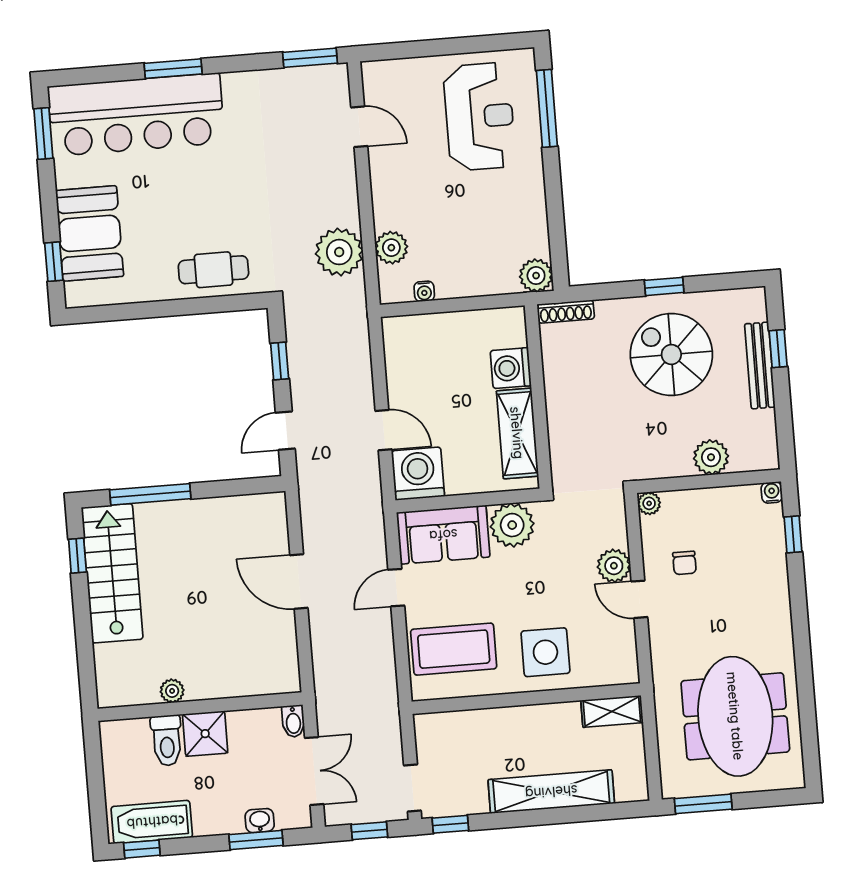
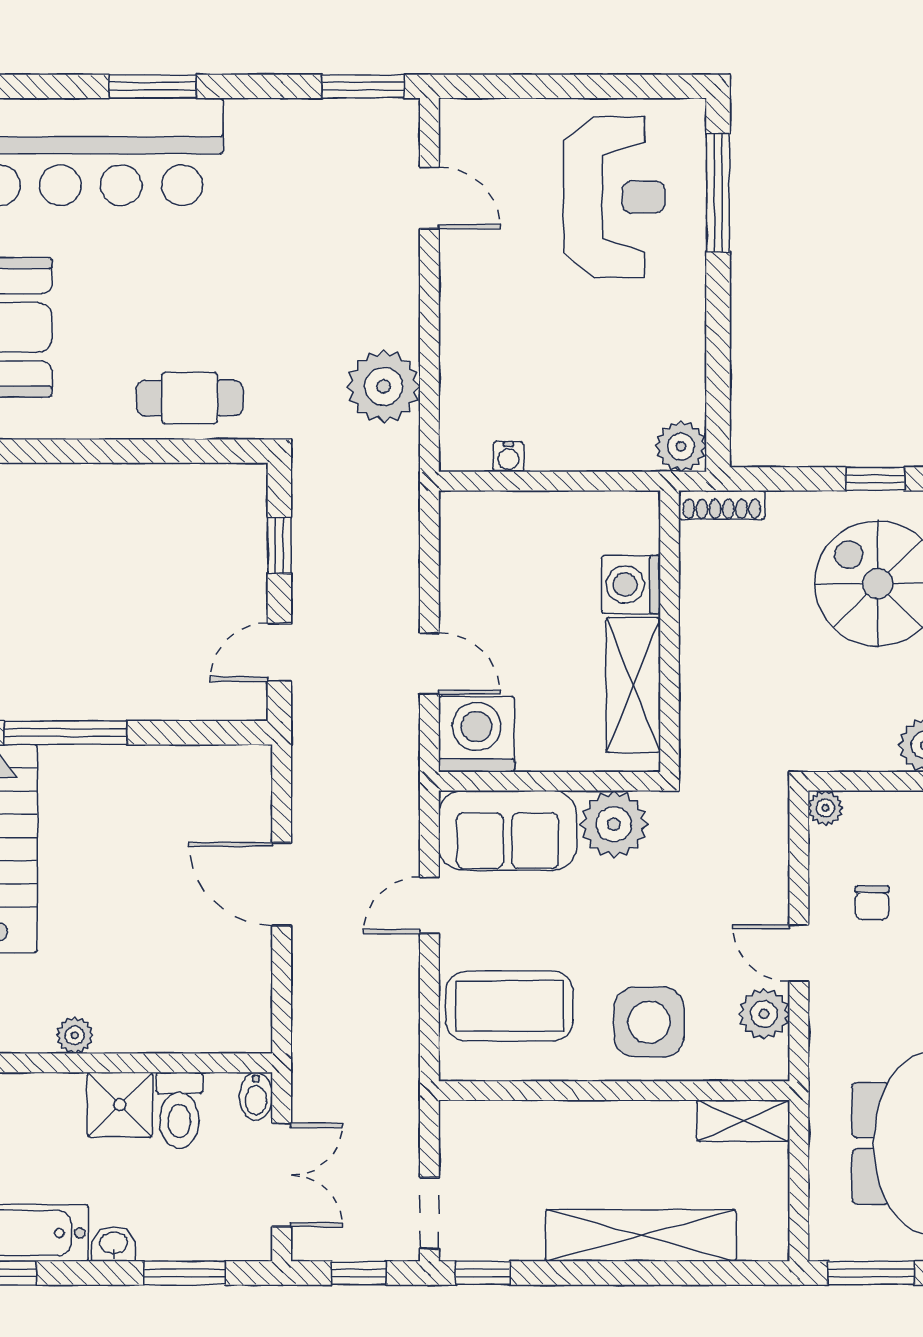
plant: (391, 248) -> (464, 386), removed
plant: (614, 566) -> (764, 1014), moved
toilet: (167, 740) -> (179, 1110), moved
washbasin: (260, 821) -> (114, 1244), moved

